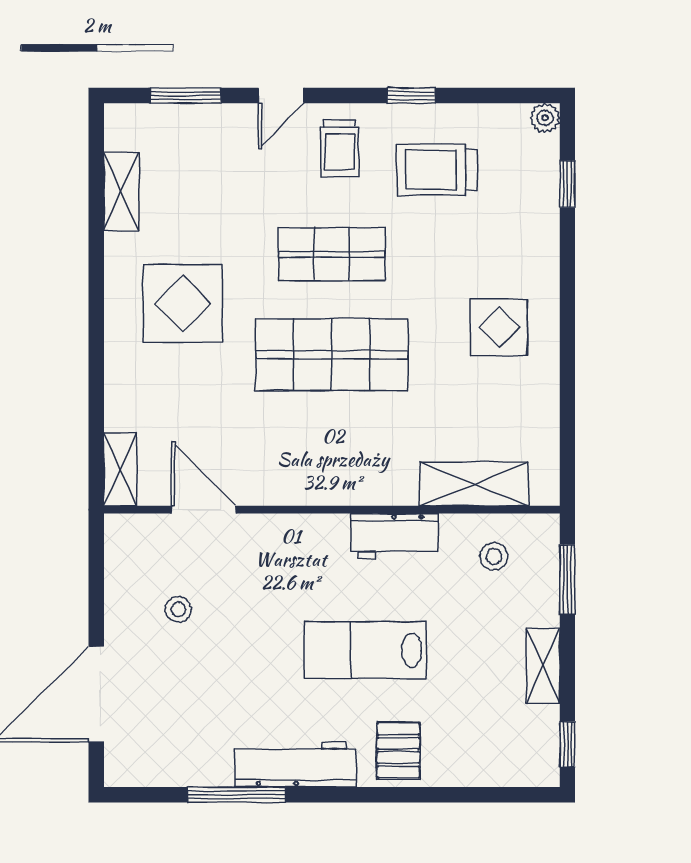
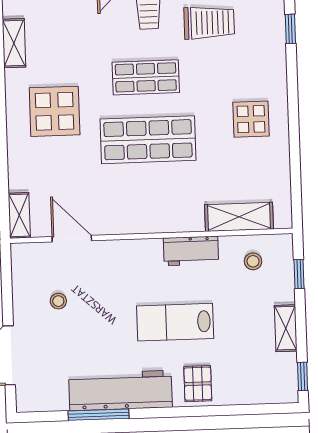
trolley: (437, 170) -> (209, 23), turned 180
window: (567, 580) -> (299, 274), width x0.67
workbench: (295, 764) -> (120, 390), width x1.36, depth x1.32

